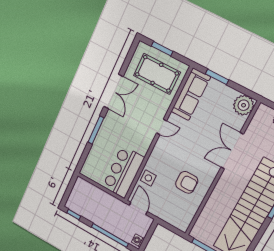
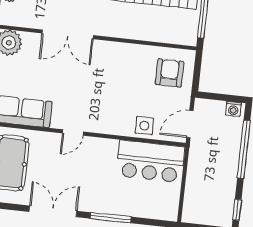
door: (162, 127) -> (73, 133), swing flipped
armchair: (187, 182) -> (170, 73), moved

